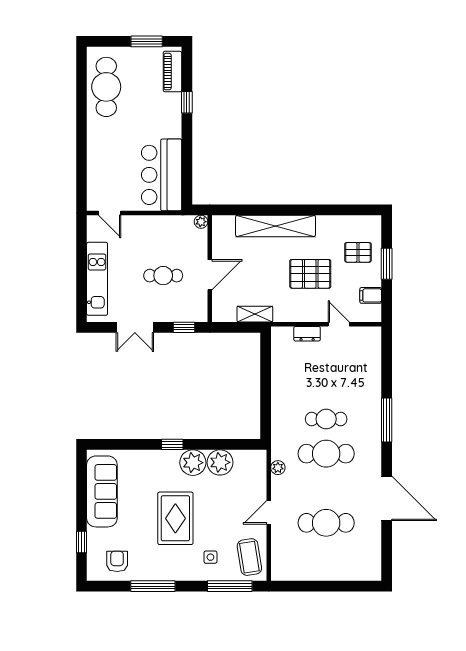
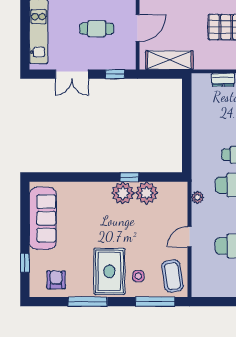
shelving: (255, 314) -> (169, 60), width x1.50, depth x1.33
window: (172, 444) -> (130, 177), moved
rug: (175, 518) -> (109, 271), moved

